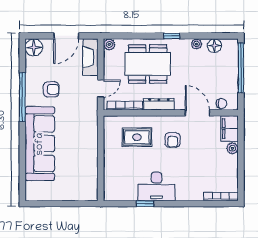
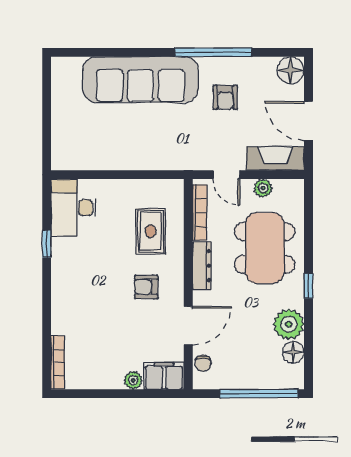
plant: (196, 44) -> (289, 324), width x1.88, depth x1.88
plant: (109, 45) -> (263, 188), moved
desk: (157, 187) -> (73, 208), moved

